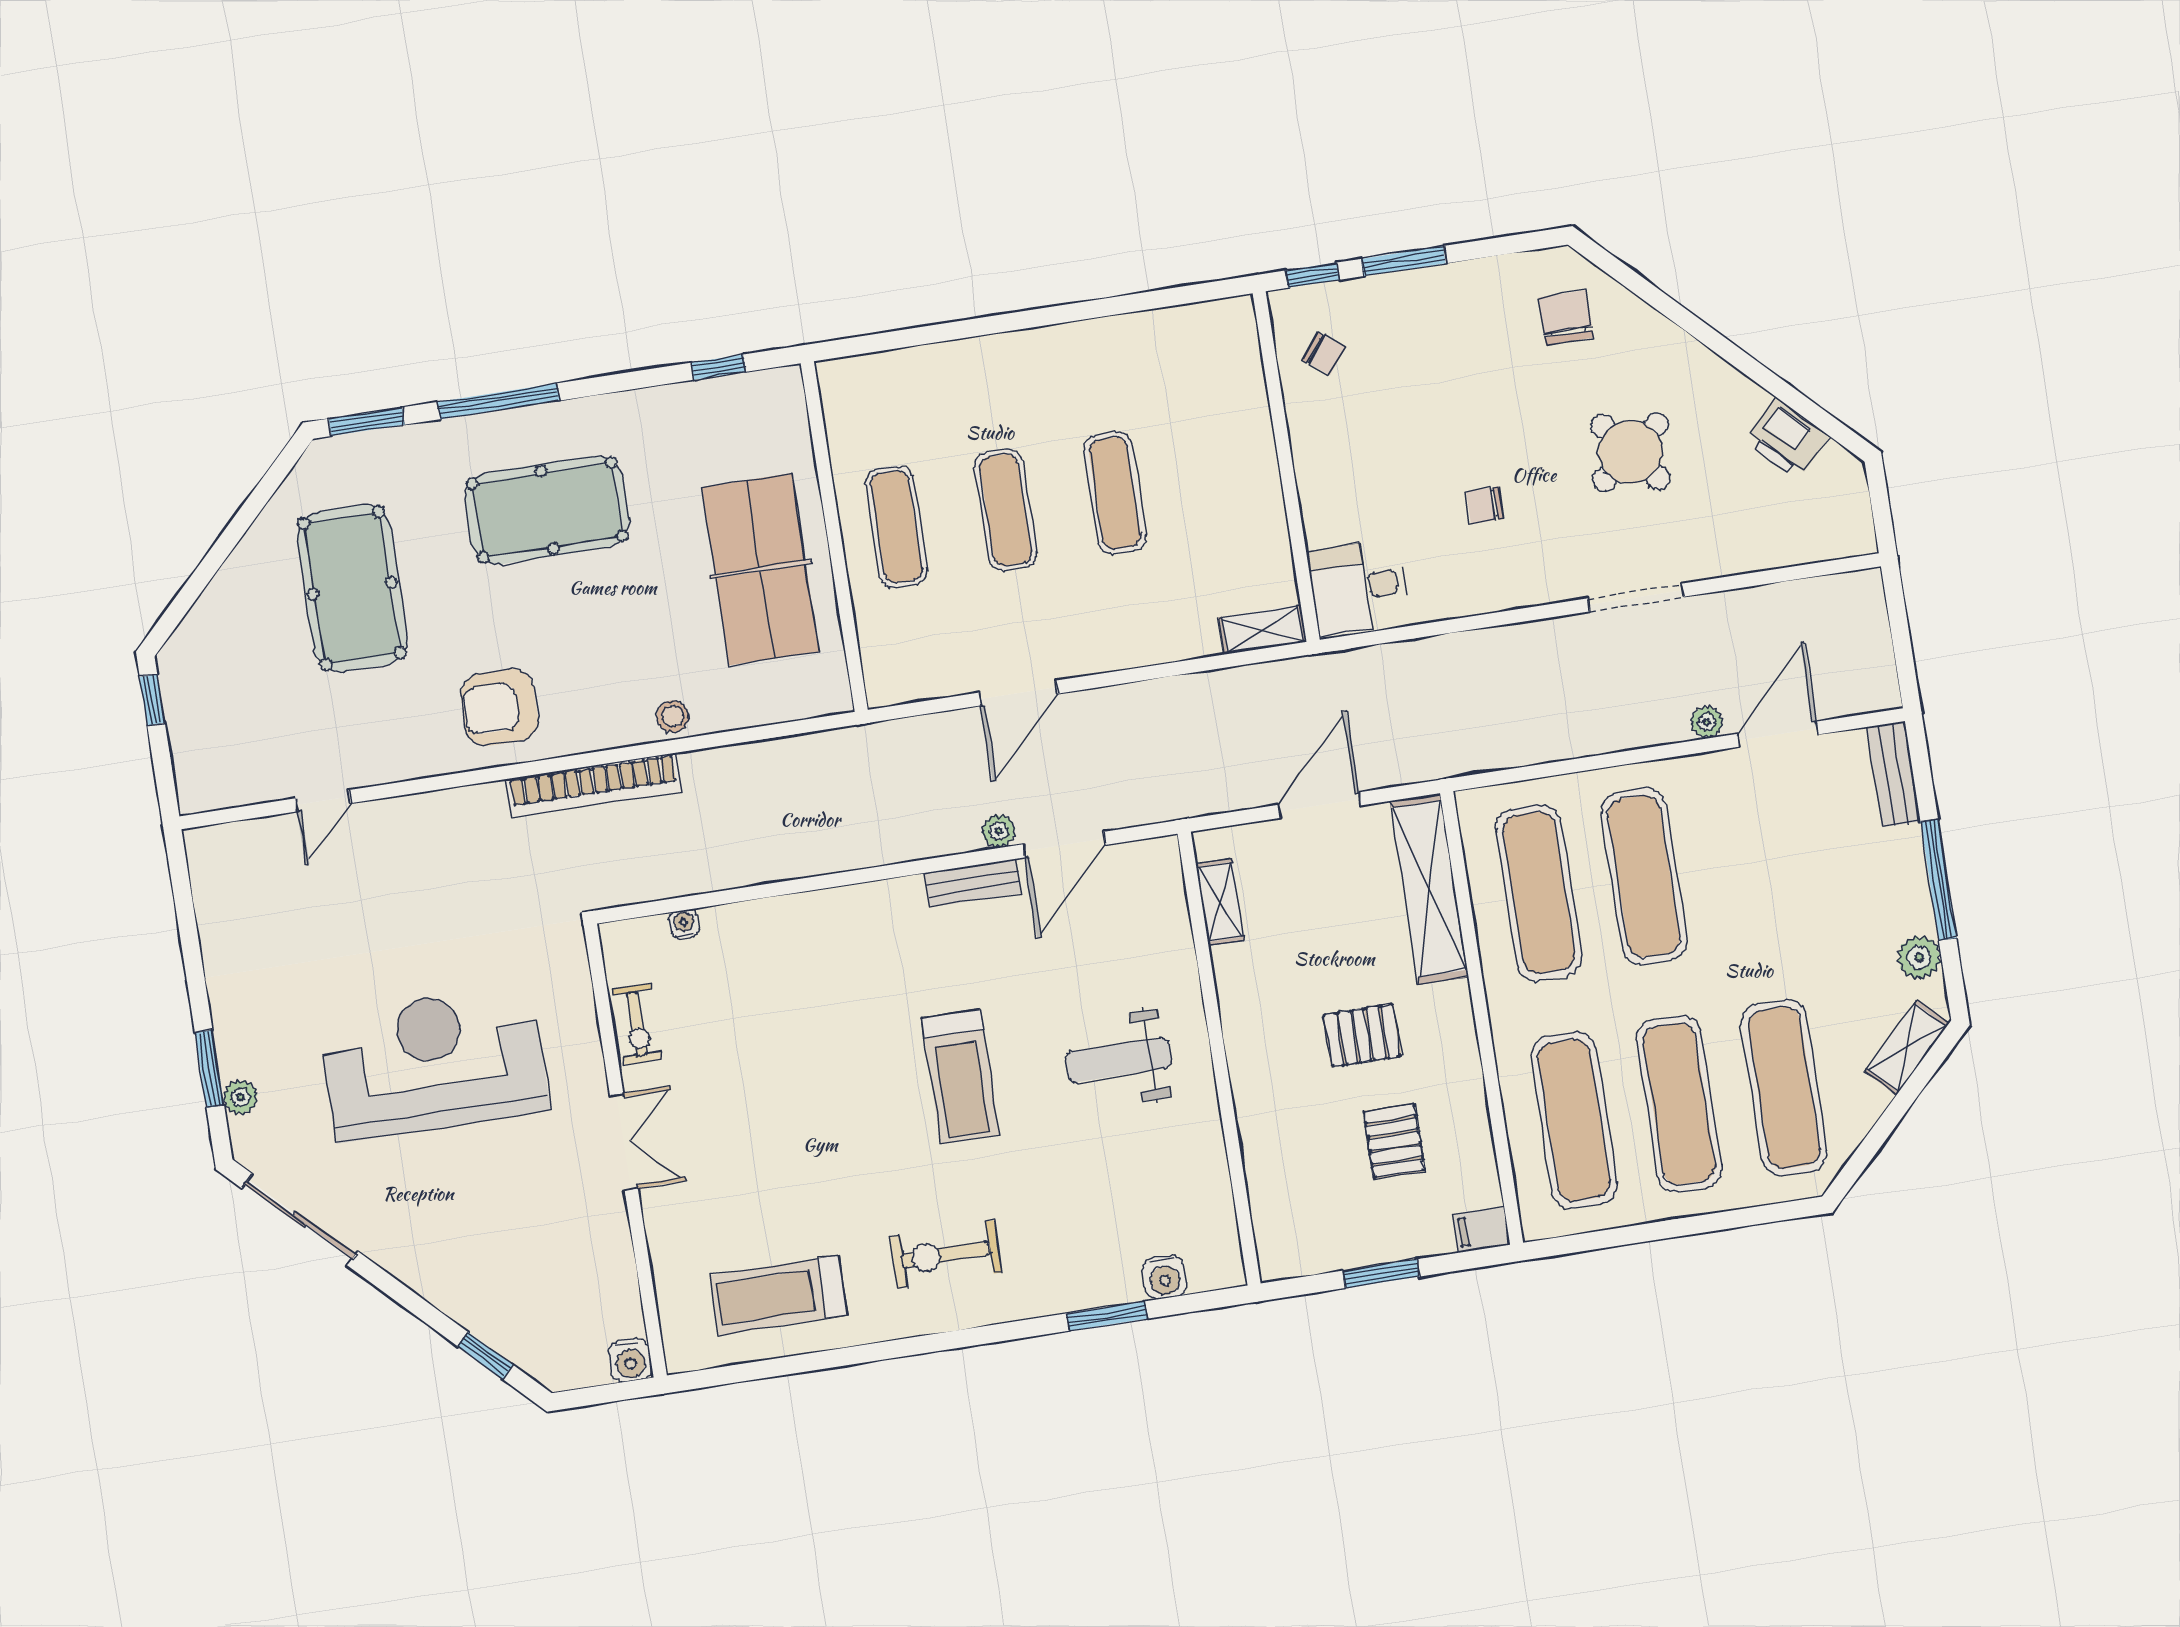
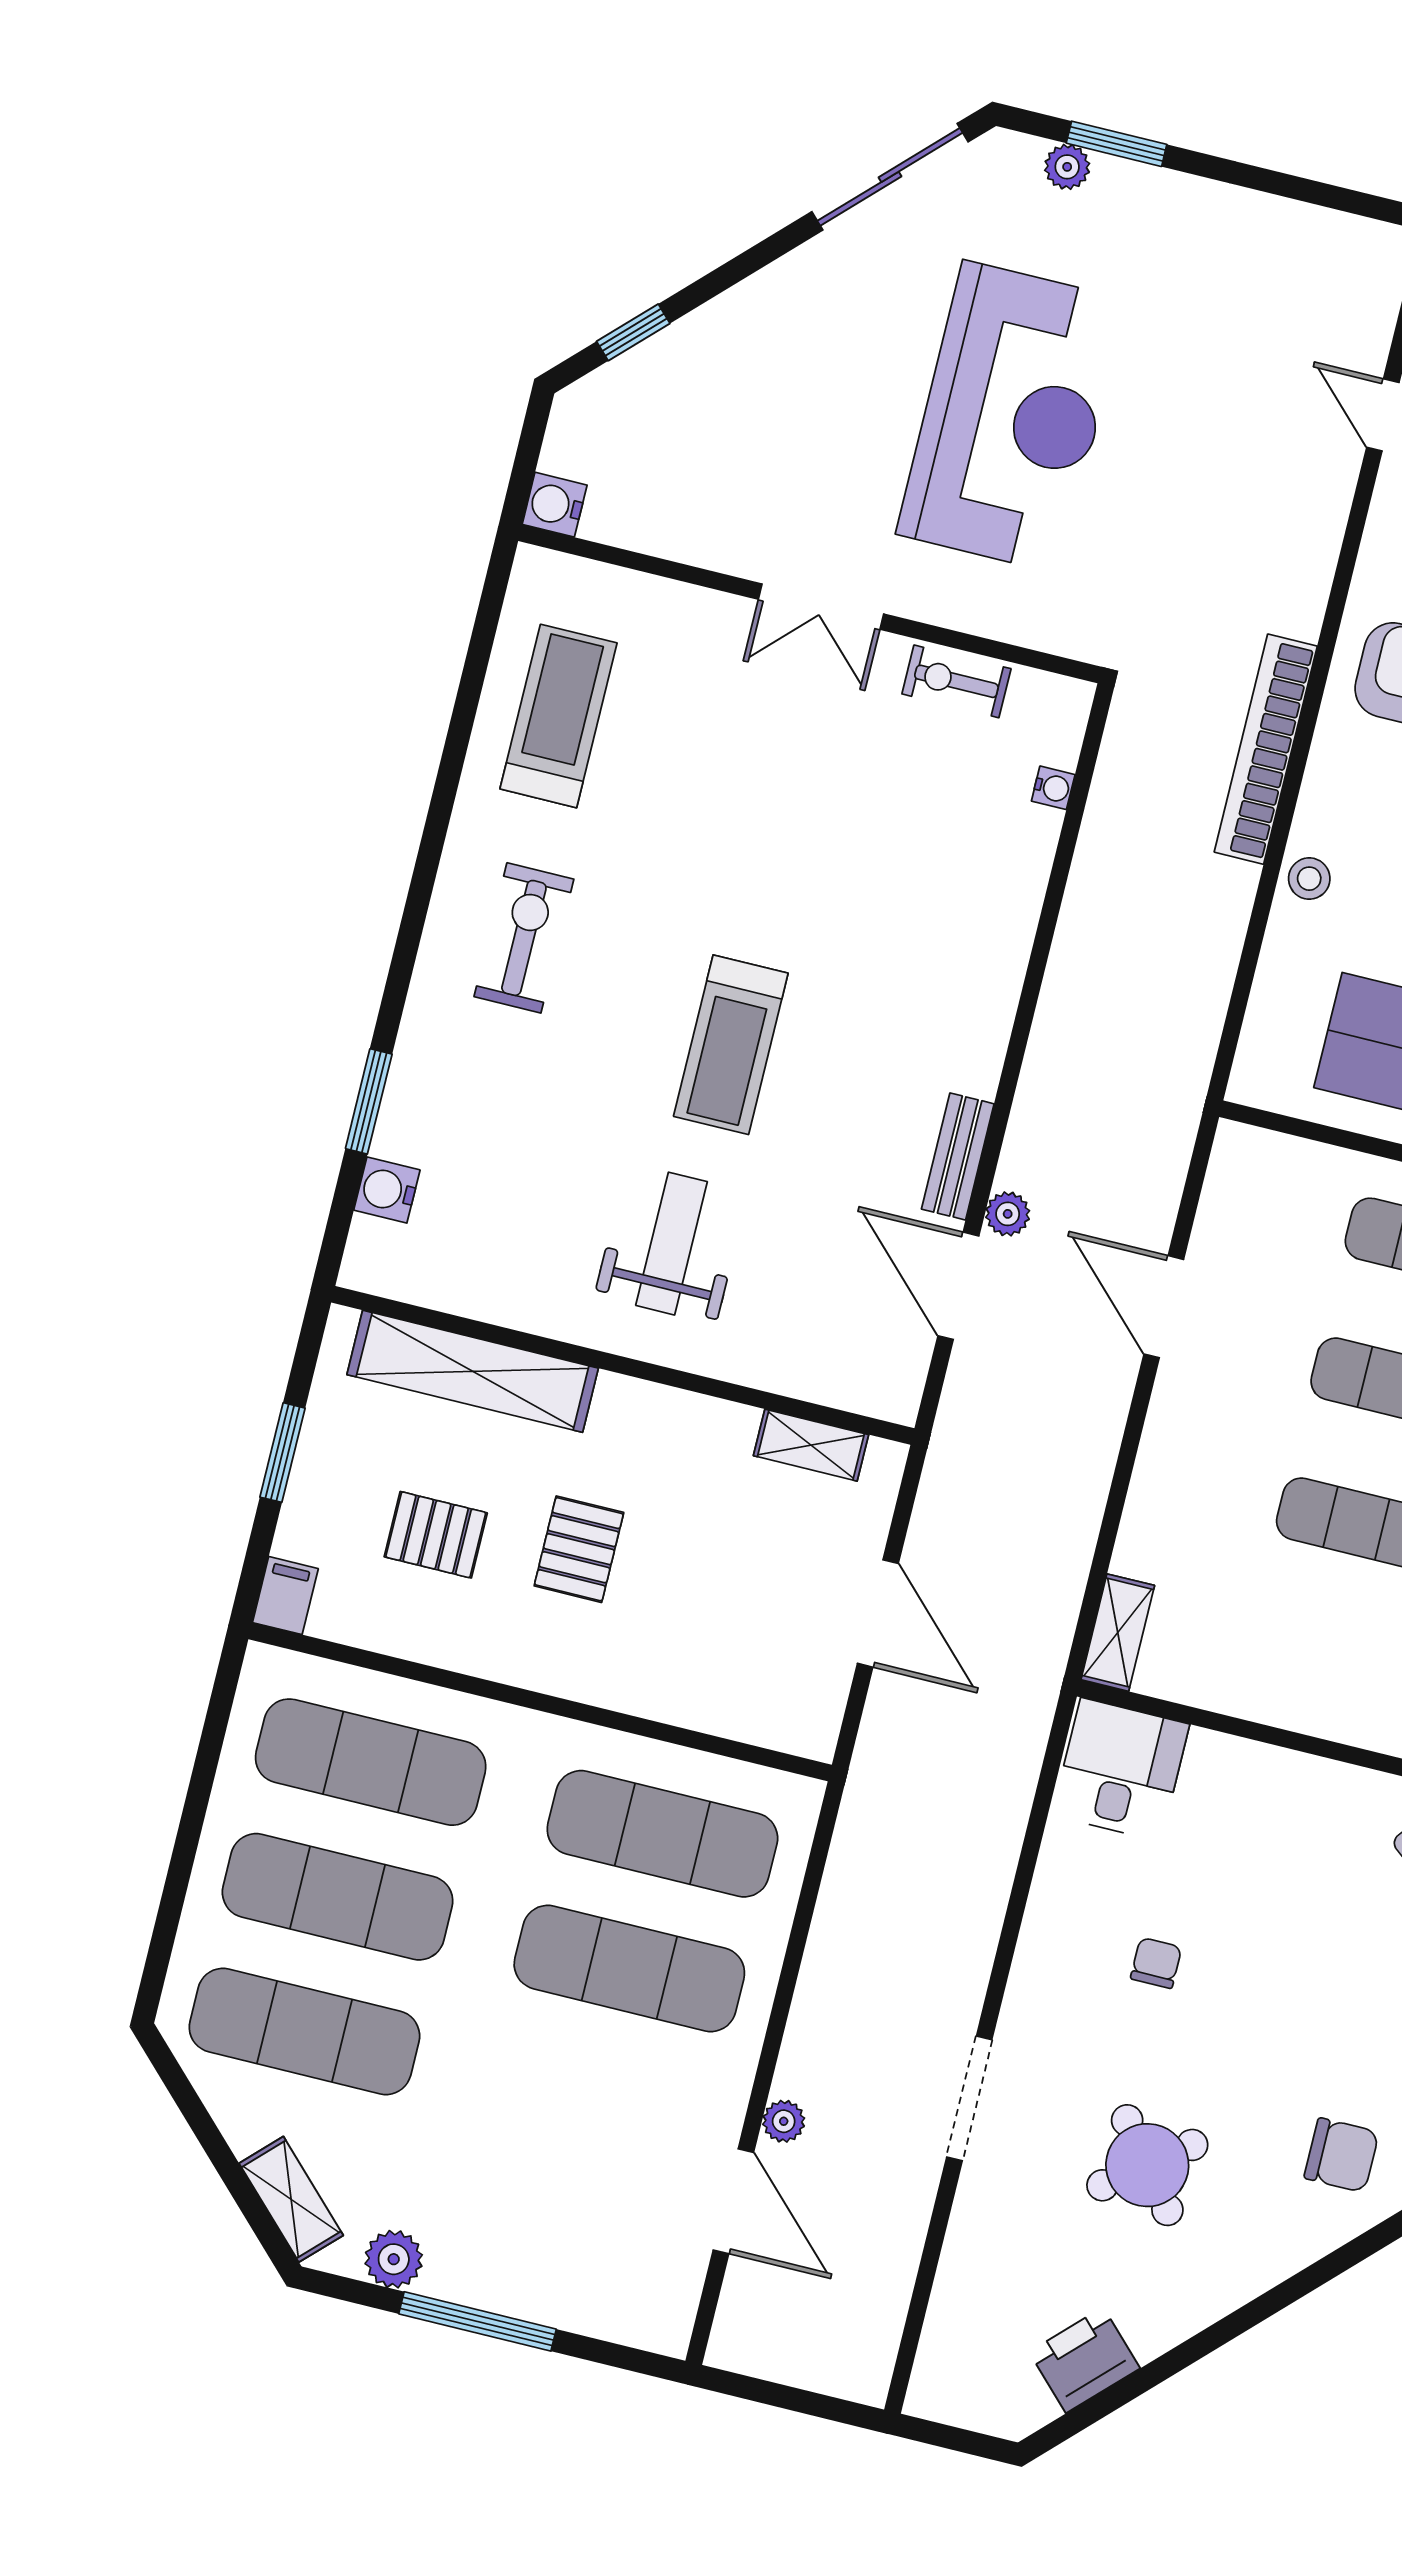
bench: (1894, 774) -> (627, 2320), removed
shelving: (1429, 889) -> (473, 1371), moved
treadmill: (960, 1077) -> (731, 1045), turned -90

